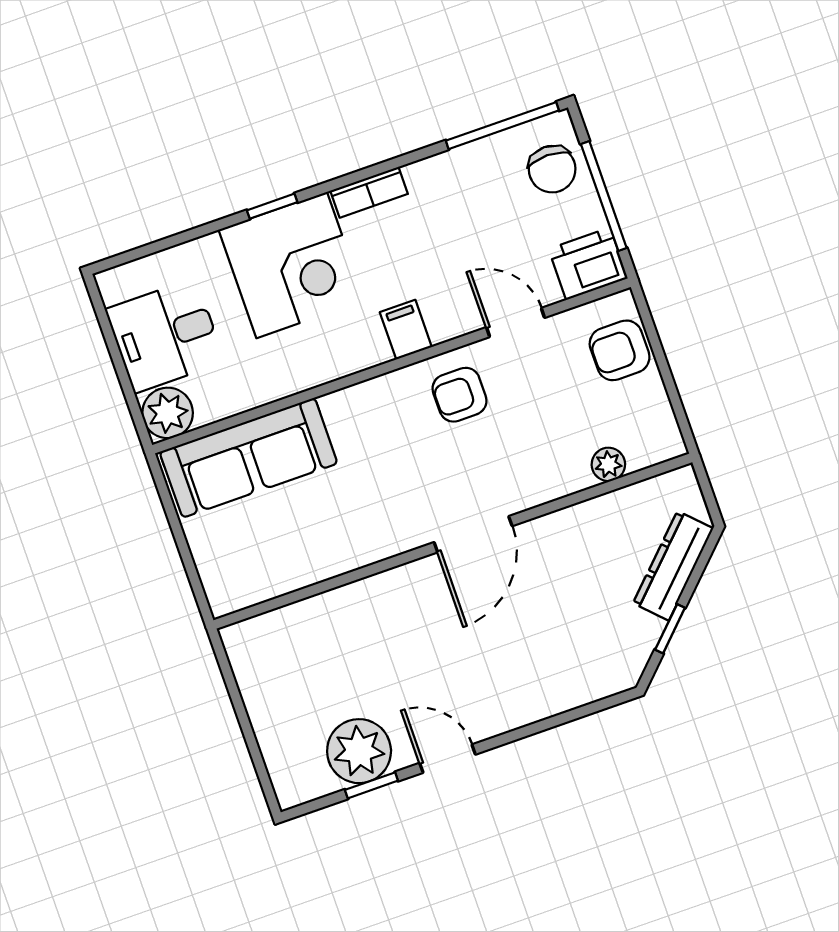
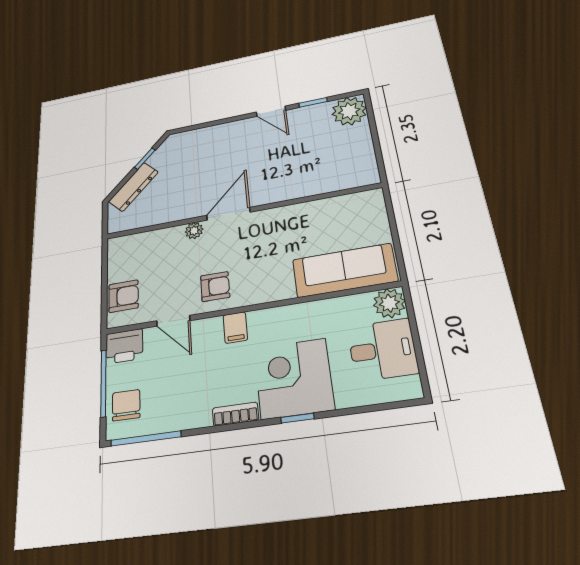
plant: (608, 464) -> (194, 231), moved
plant: (359, 751) -> (349, 111), moved

